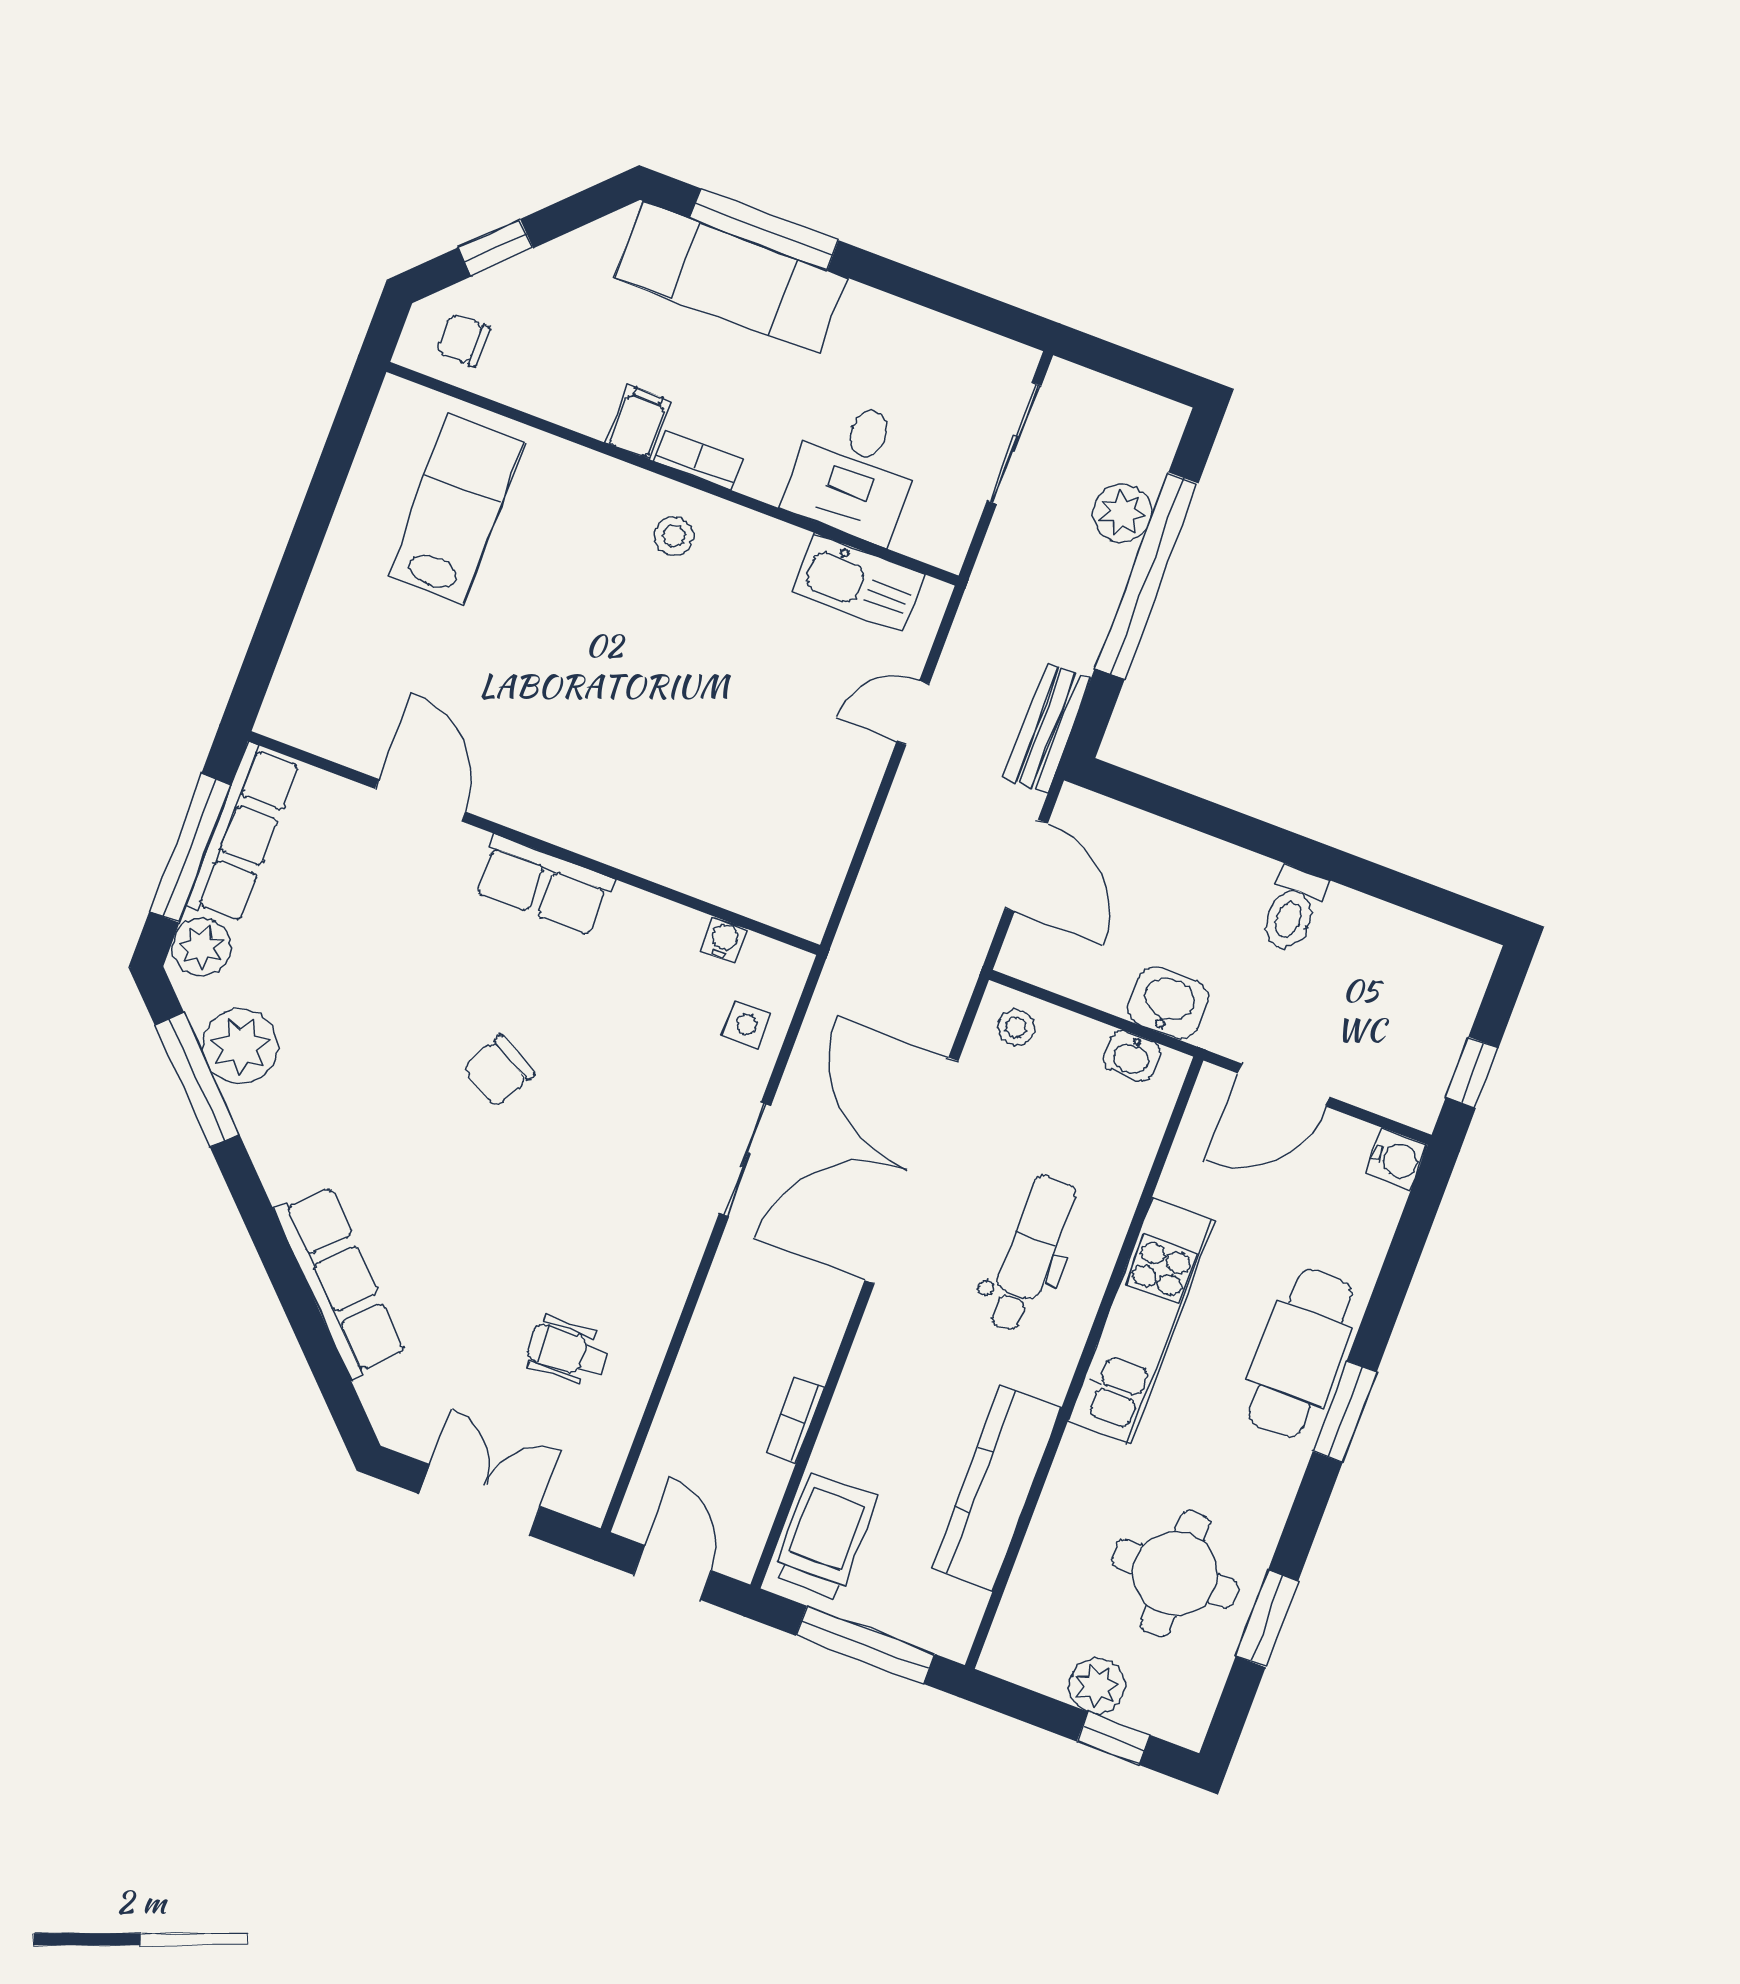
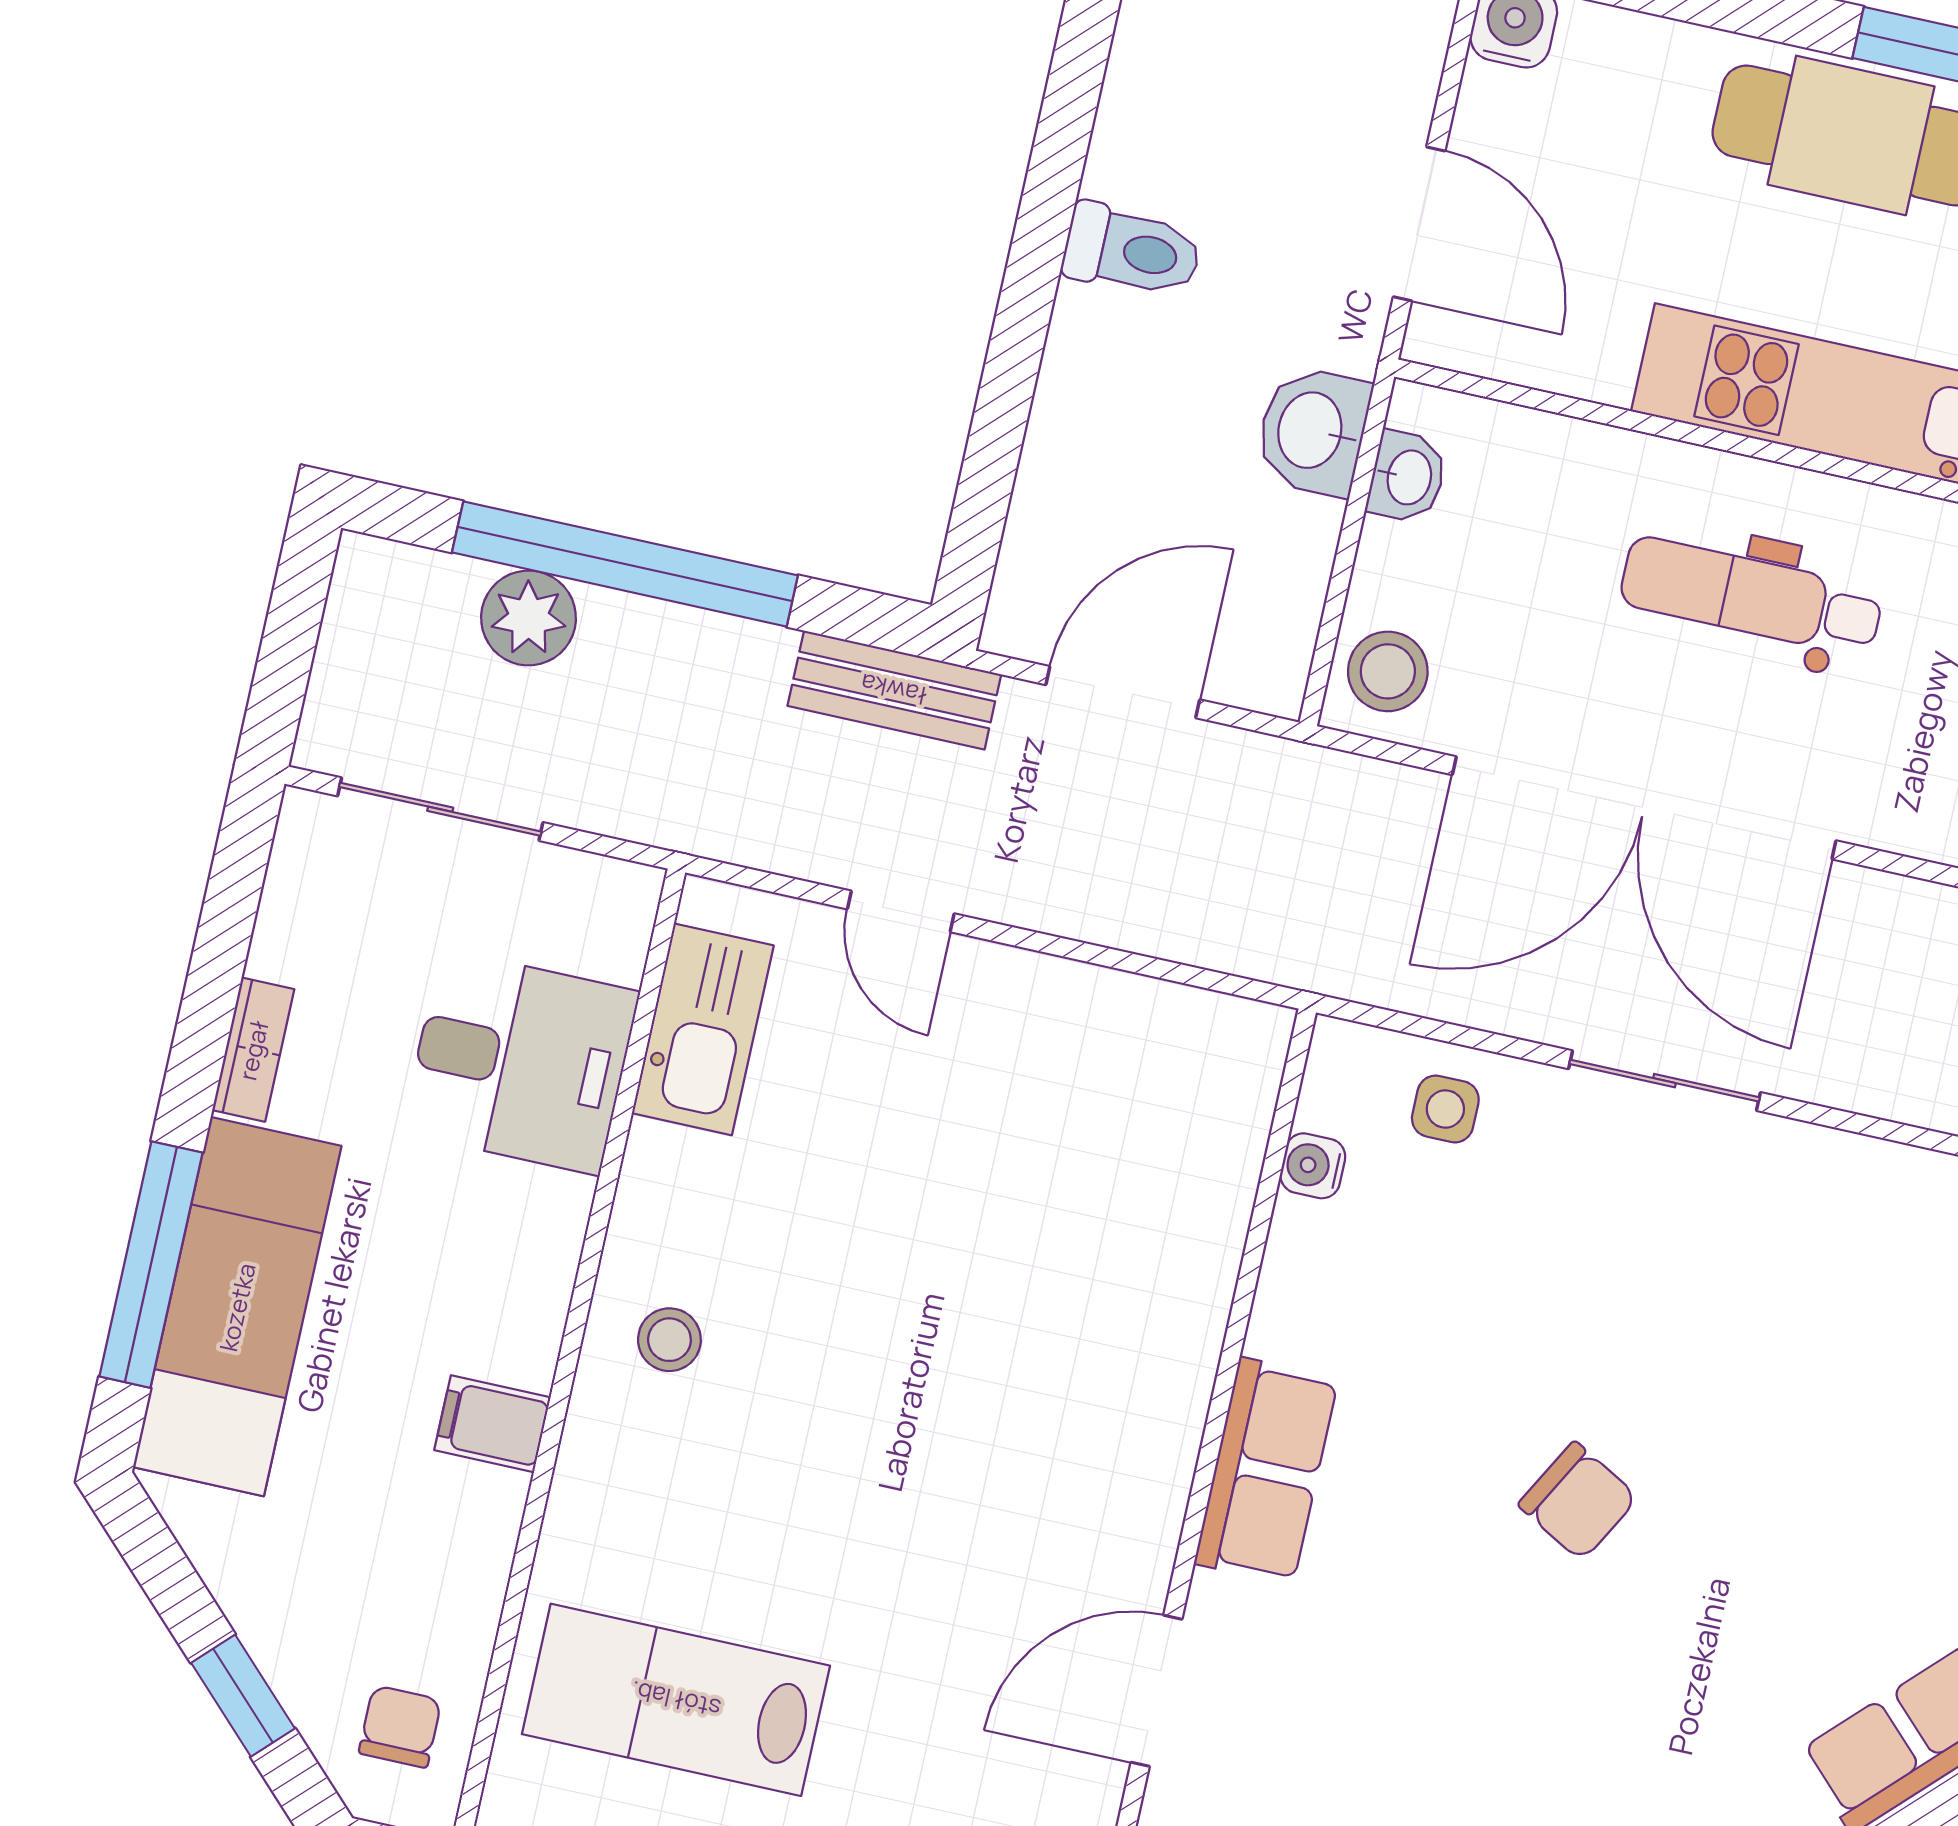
chair: (463, 340) -> (400, 1727), turned 180
bookcase: (698, 460) -> (253, 1050), moved, turned 180
stool: (1016, 1028) -> (1388, 671), width x1.37, depth x1.37

